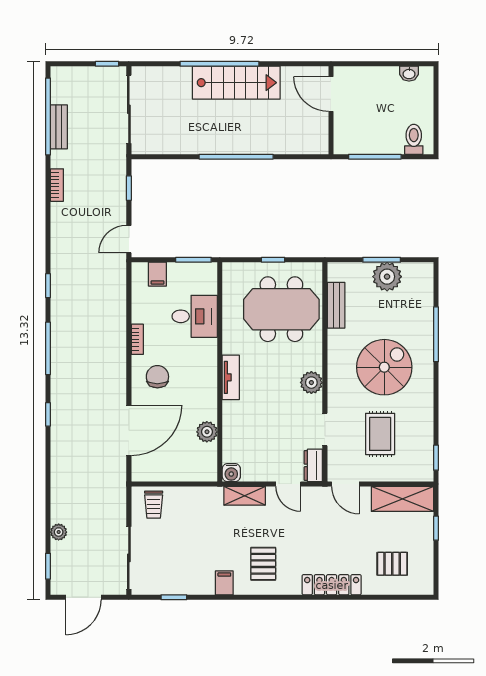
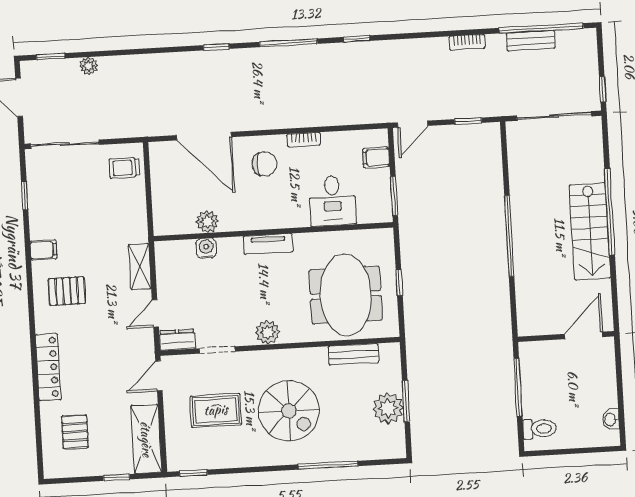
door: (129, 239) -> (413, 124), swing flipped
water cooler: (231, 473) -> (206, 248), moved, turned 90

